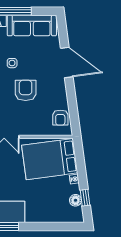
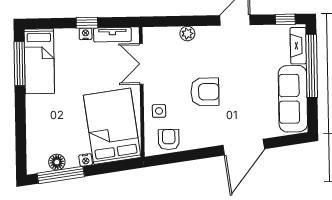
side table: (12, 63) -> (159, 111), moved
armchair: (60, 118) -> (169, 139), turned 90
window: (85, 198) -> (61, 175), width x2.17

